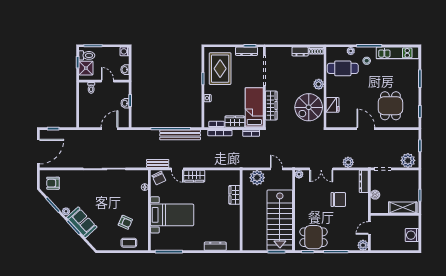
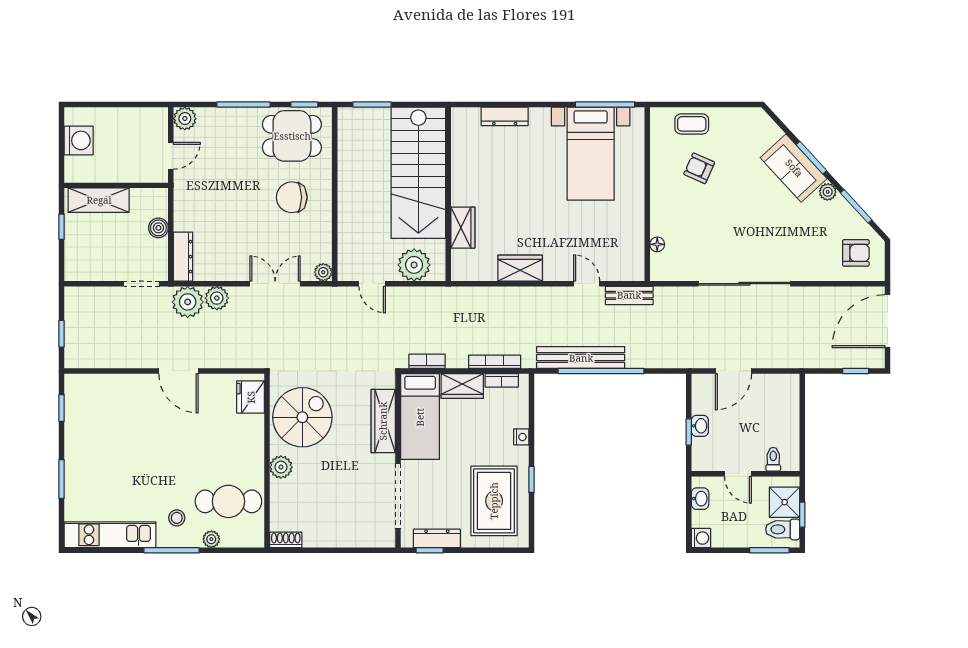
dresser: (300, 52) -> (321, 538), removed
fridge: (333, 105) -> (251, 397), moved
dining table: (390, 106) -> (125, 420), removed
plant: (408, 160) -> (188, 302), moved
wardrobe: (194, 176) -> (520, 268), moved
chair: (159, 178) -> (627, 264), removed
chair: (338, 199) -> (292, 197), moved
bed with nightstands: (172, 215) -> (591, 154), moved, turned -90
stairs: (280, 220) -> (418, 173), moved, turned 180

